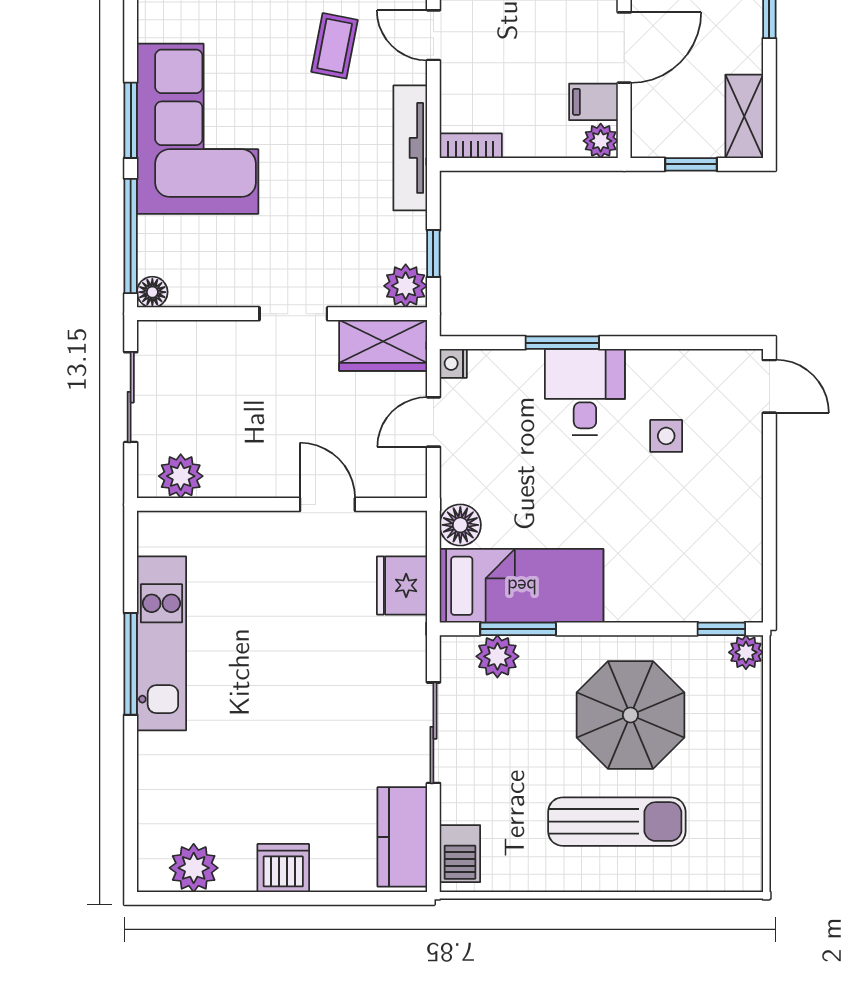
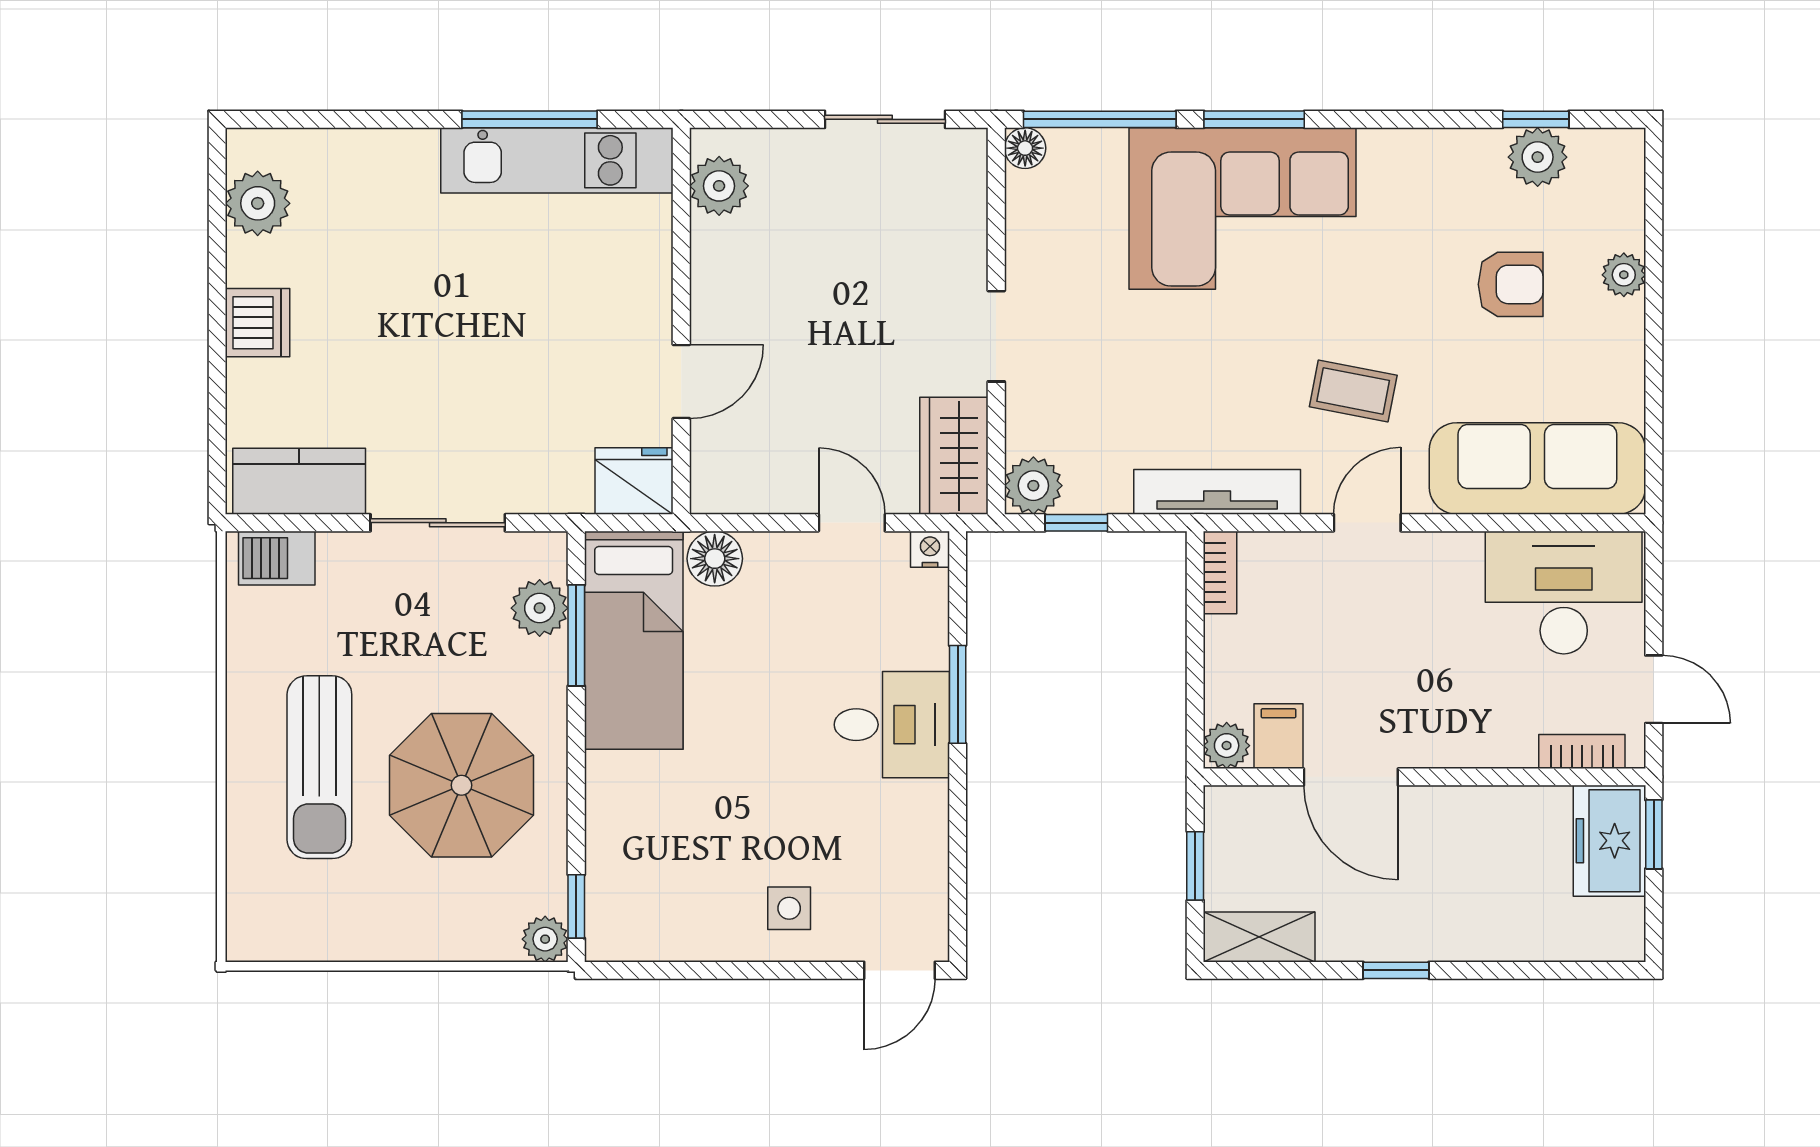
side table: (666, 436) -> (789, 908), moved
plant: (181, 476) -> (719, 186), moved
wall: (282, 504) -> (681, 321), moved
door: (327, 504) -> (681, 381), moved

